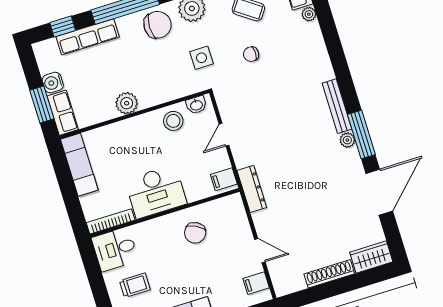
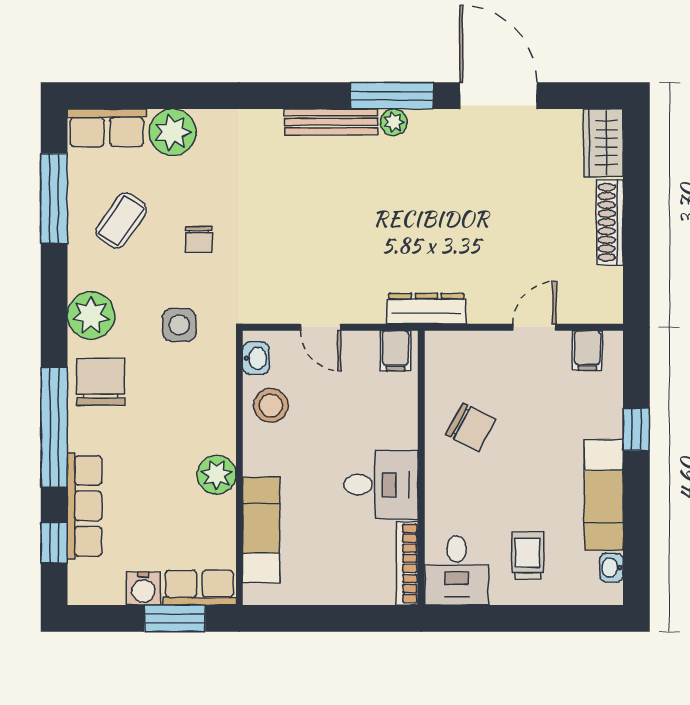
plant: (309, 14) -> (173, 132), width x1.87, depth x1.87
exam couch: (79, 165) -> (261, 530), moved, turned 90
desk: (156, 192) -> (381, 485), width x0.73

